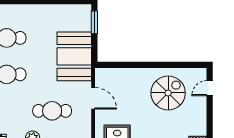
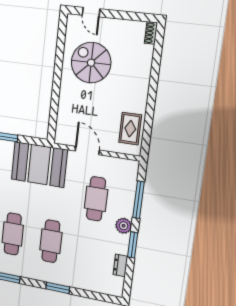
door: (93, 98) -> (87, 151), hinge flipped

